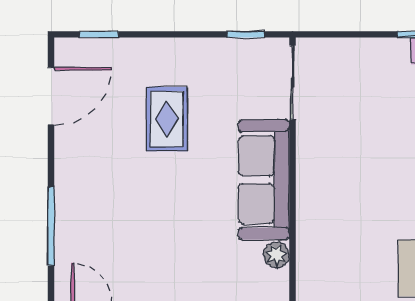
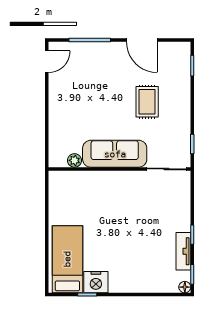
door: (51, 96) -> (142, 40), moved
rug: (167, 119) -> (147, 102), turned 90

